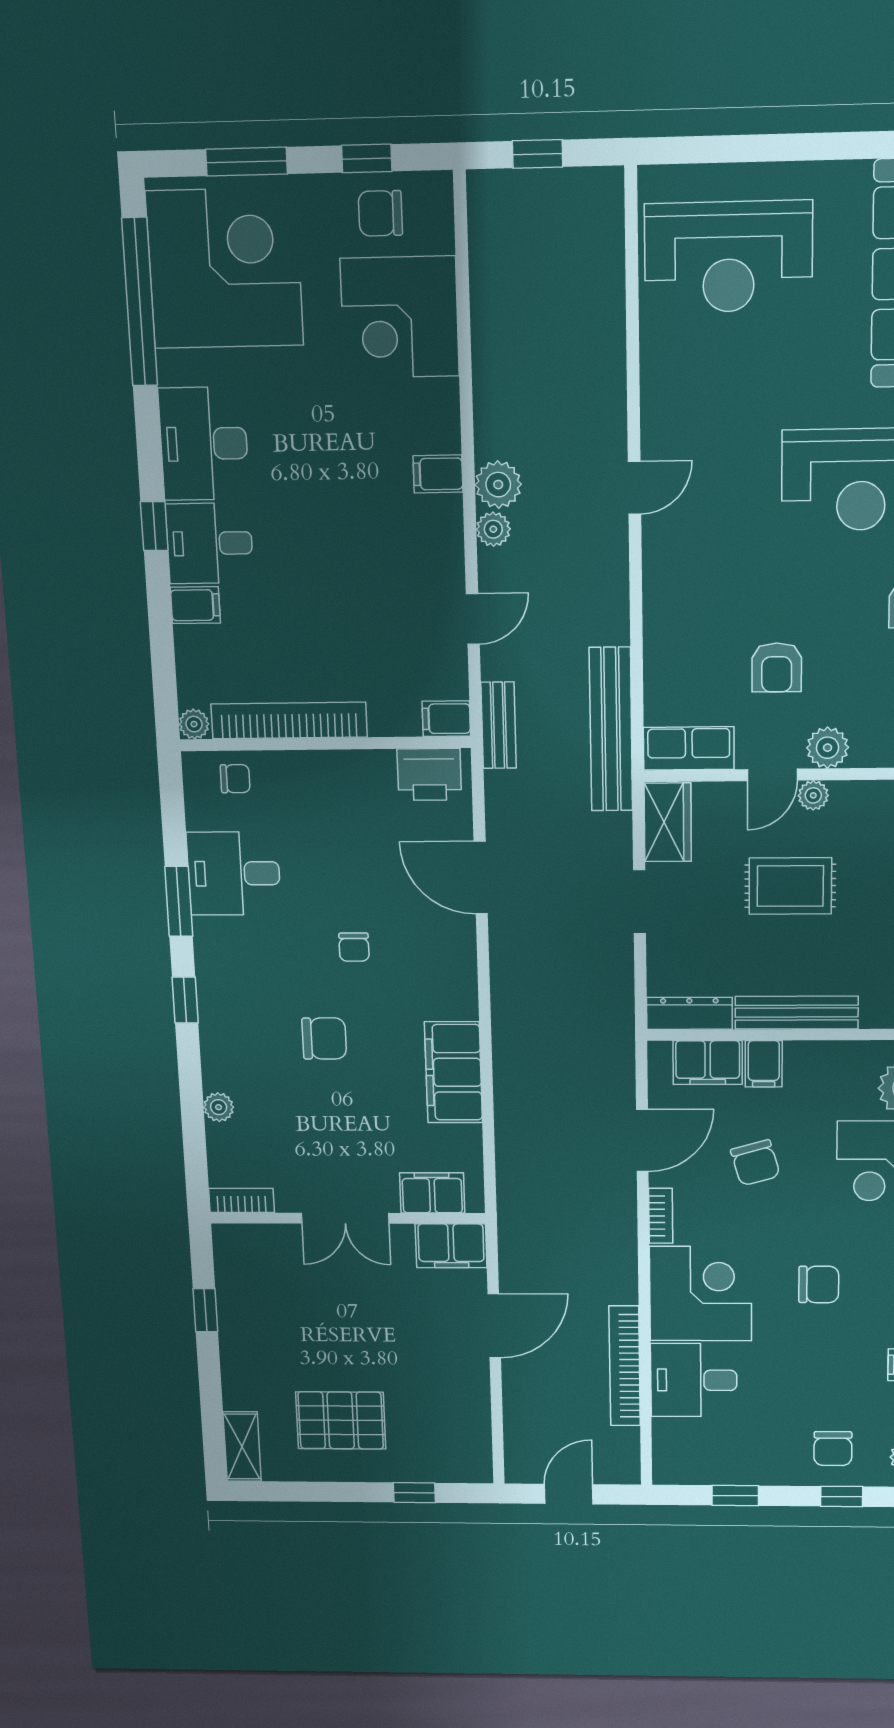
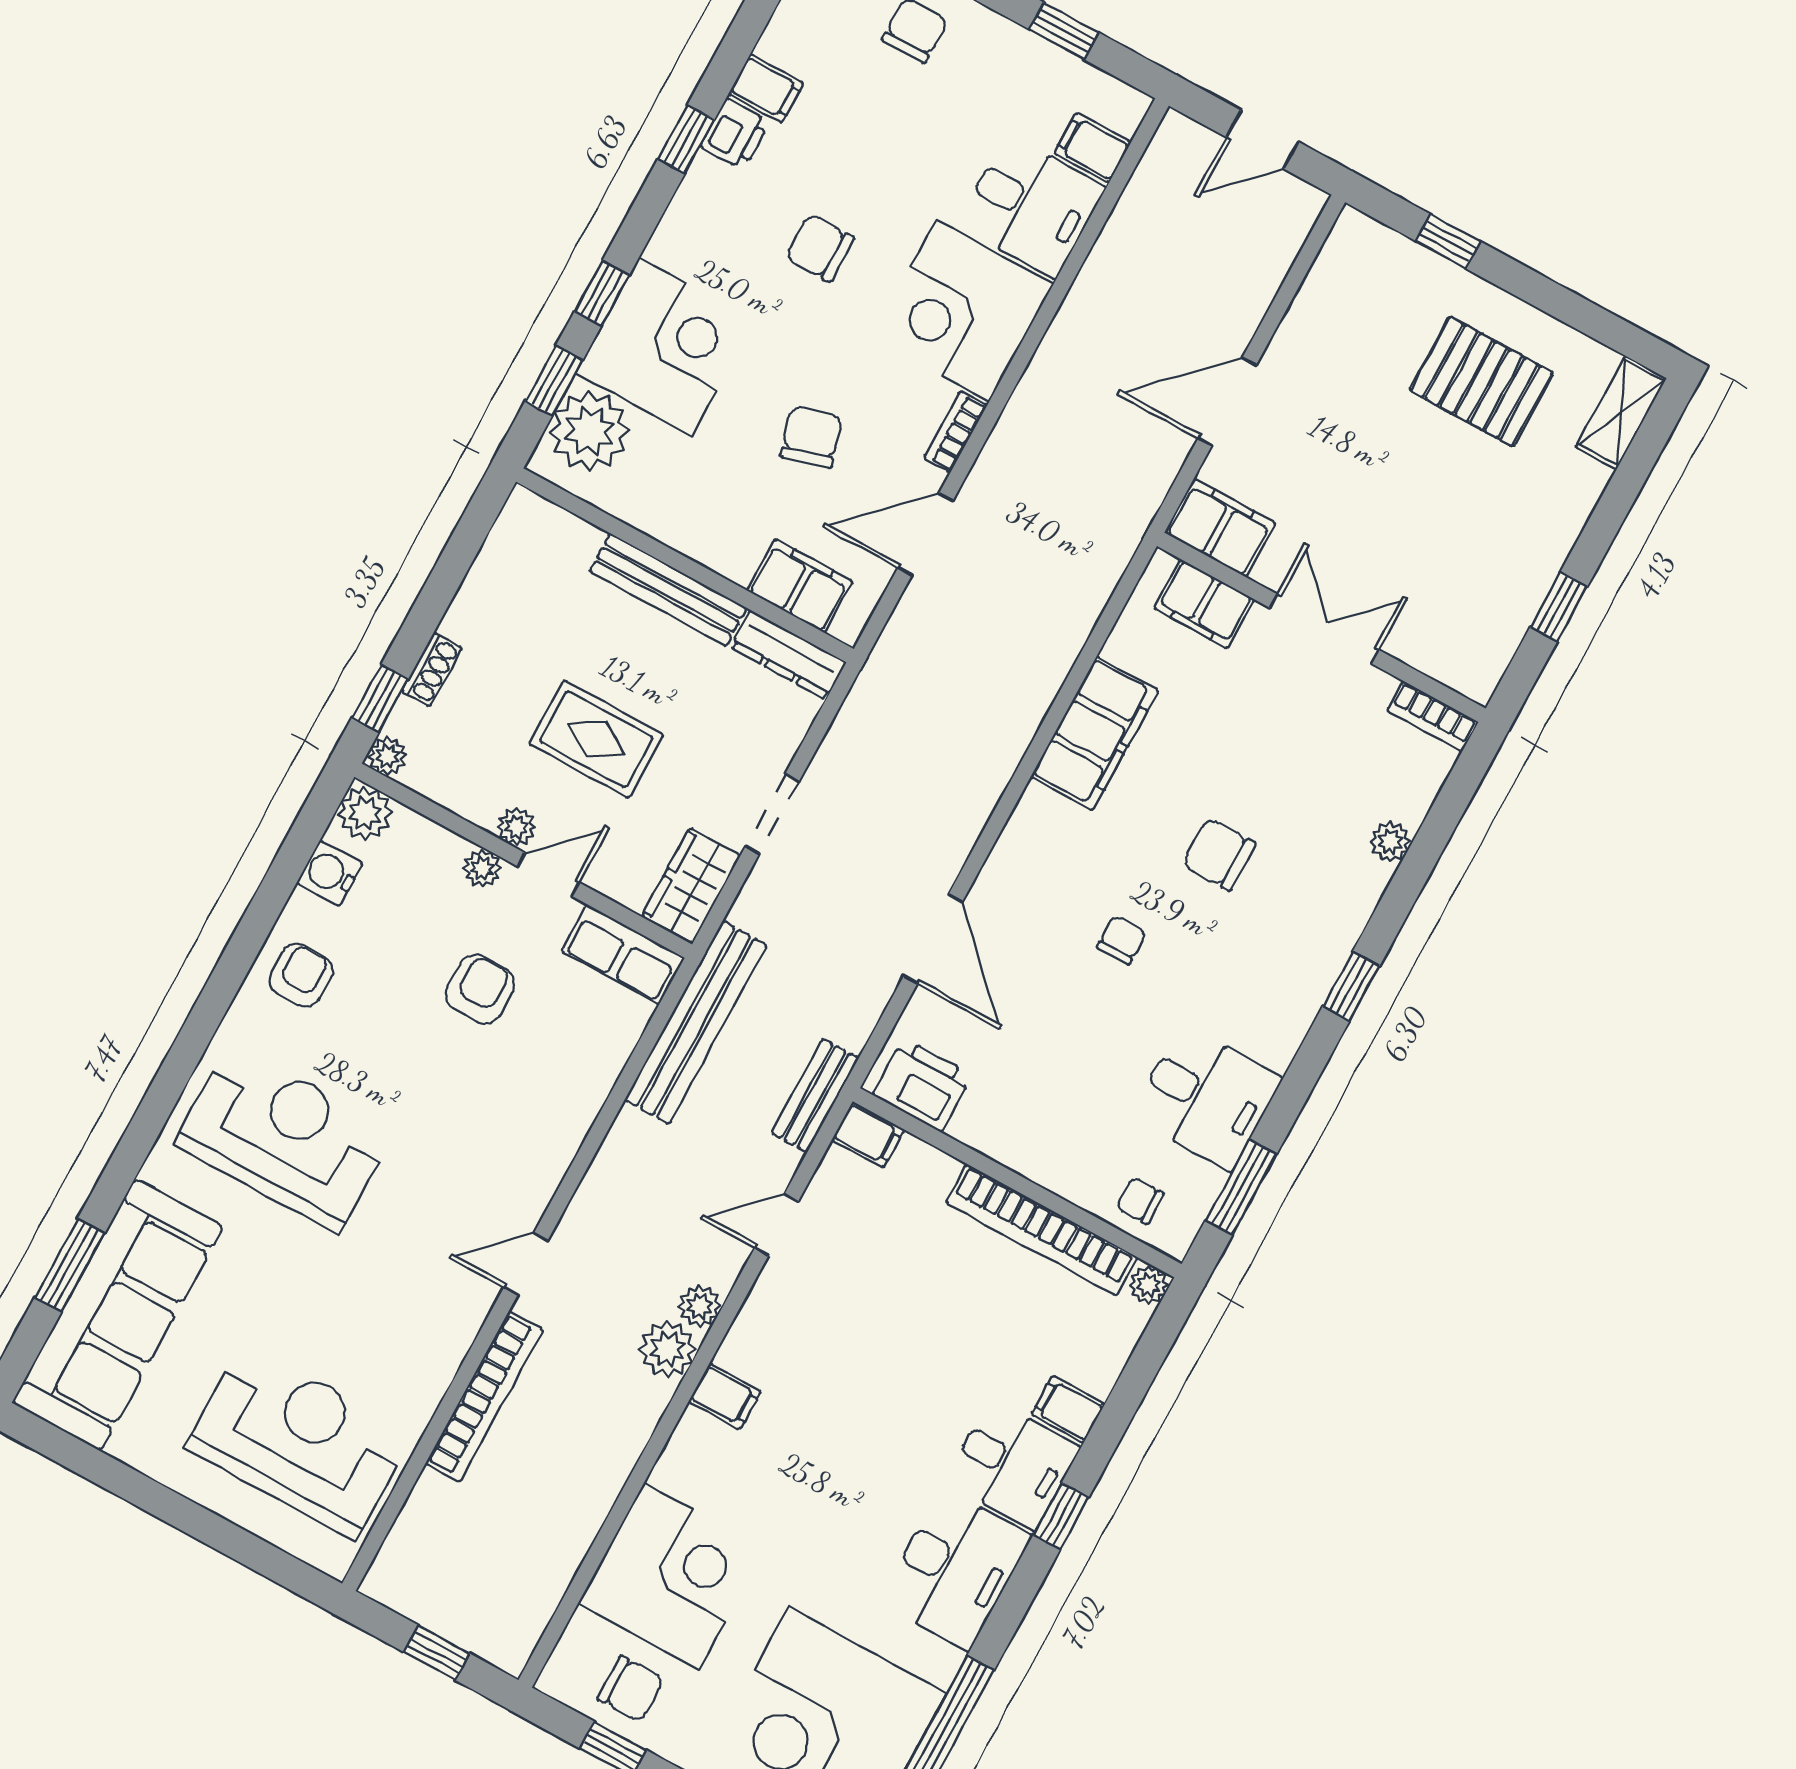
plant: (828, 748) -> (482, 868), width x0.73, depth x0.73
window: (179, 901) -> (1241, 1187), moved
filing cabinet: (764, 1064) -> (1093, 148), moved, turned -90
bookcase: (625, 1366) -> (484, 1397), moved

